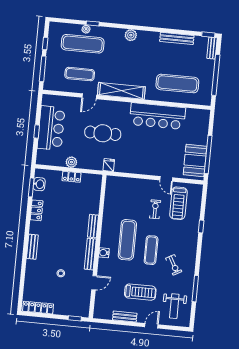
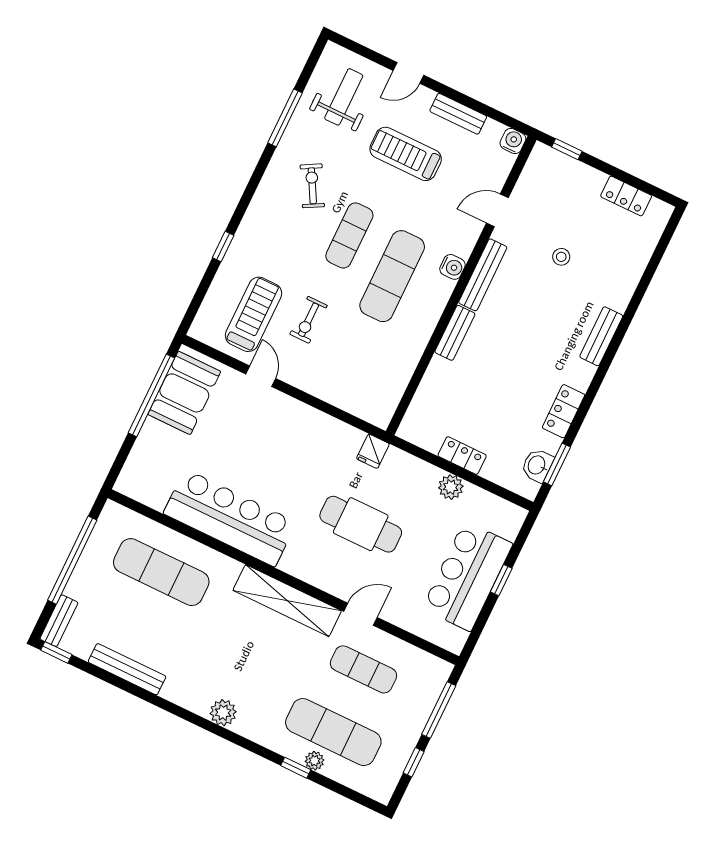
locker: (38, 308) -> (626, 196), width x0.66
water cooler: (98, 314) -> (513, 141), added

